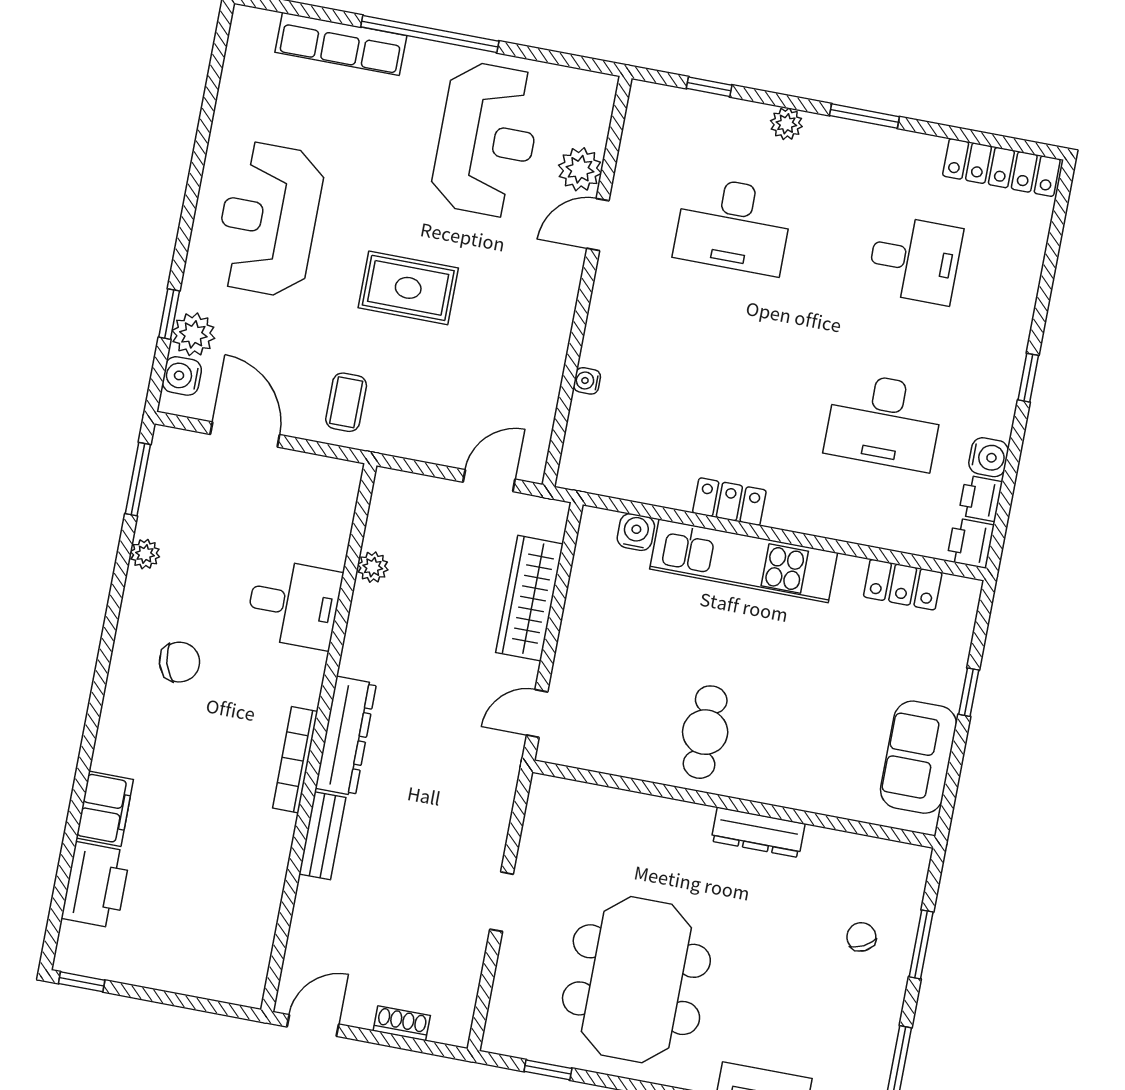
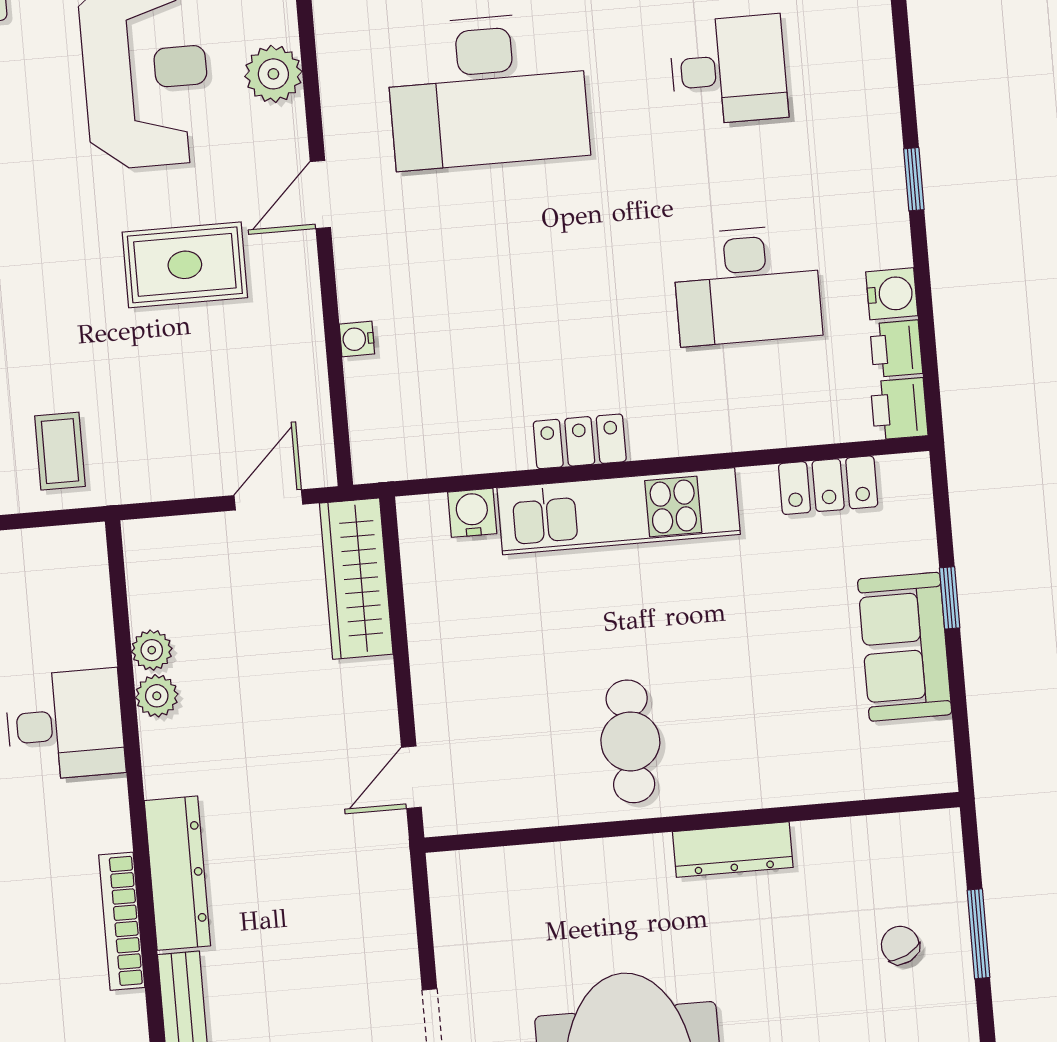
door: (598, 225) -> (320, 195), moved
desk: (733, 225) -> (487, 91), width x1.36, depth x1.30
rug: (408, 288) -> (185, 265), moved
wardrobe: (529, 598) -> (356, 579), moved
plant: (367, 602) -> (157, 696), added
sofa: (918, 757) -> (905, 647), moved

